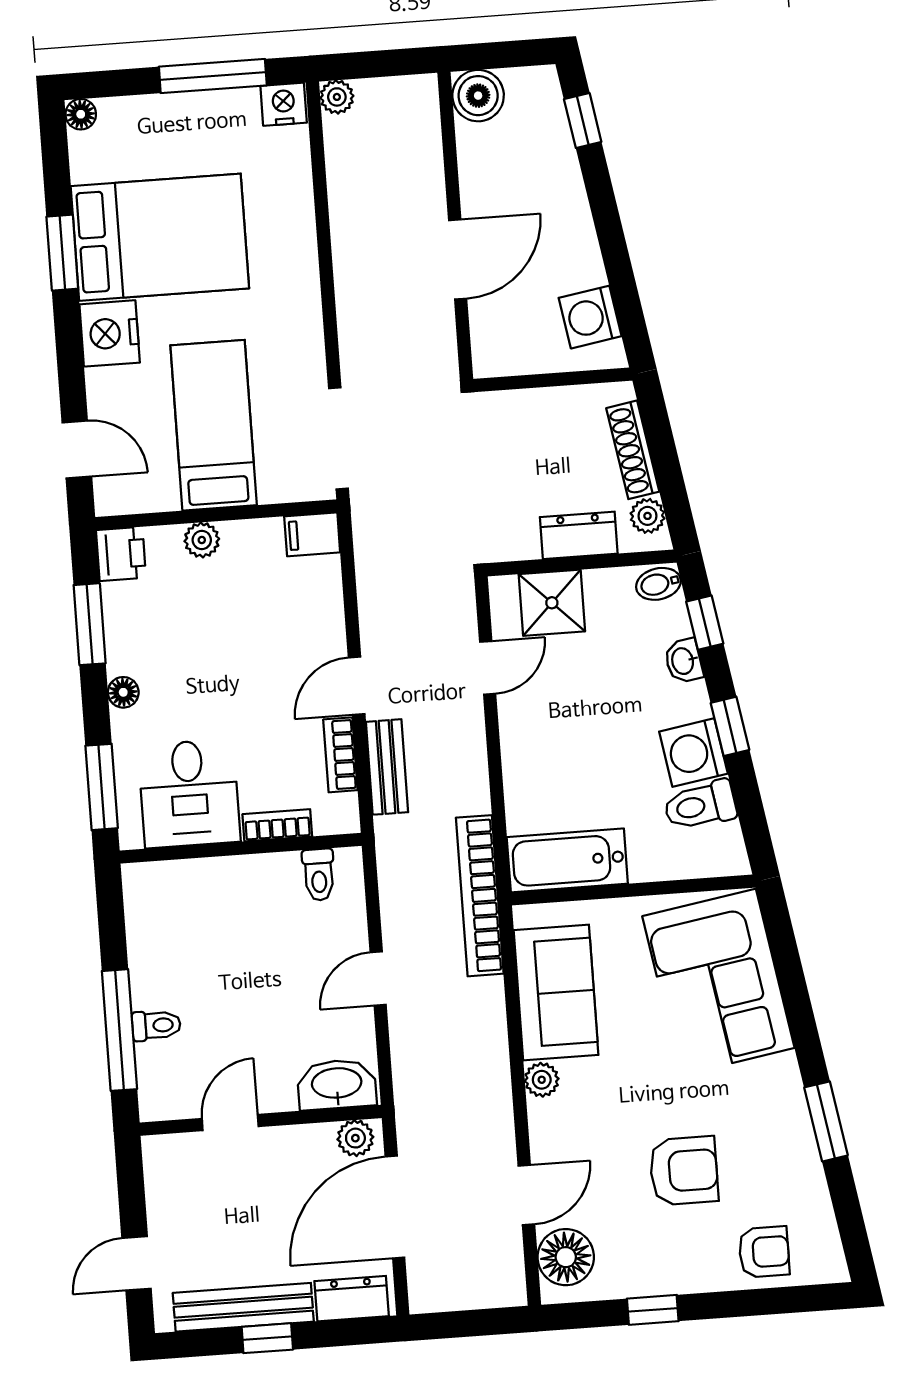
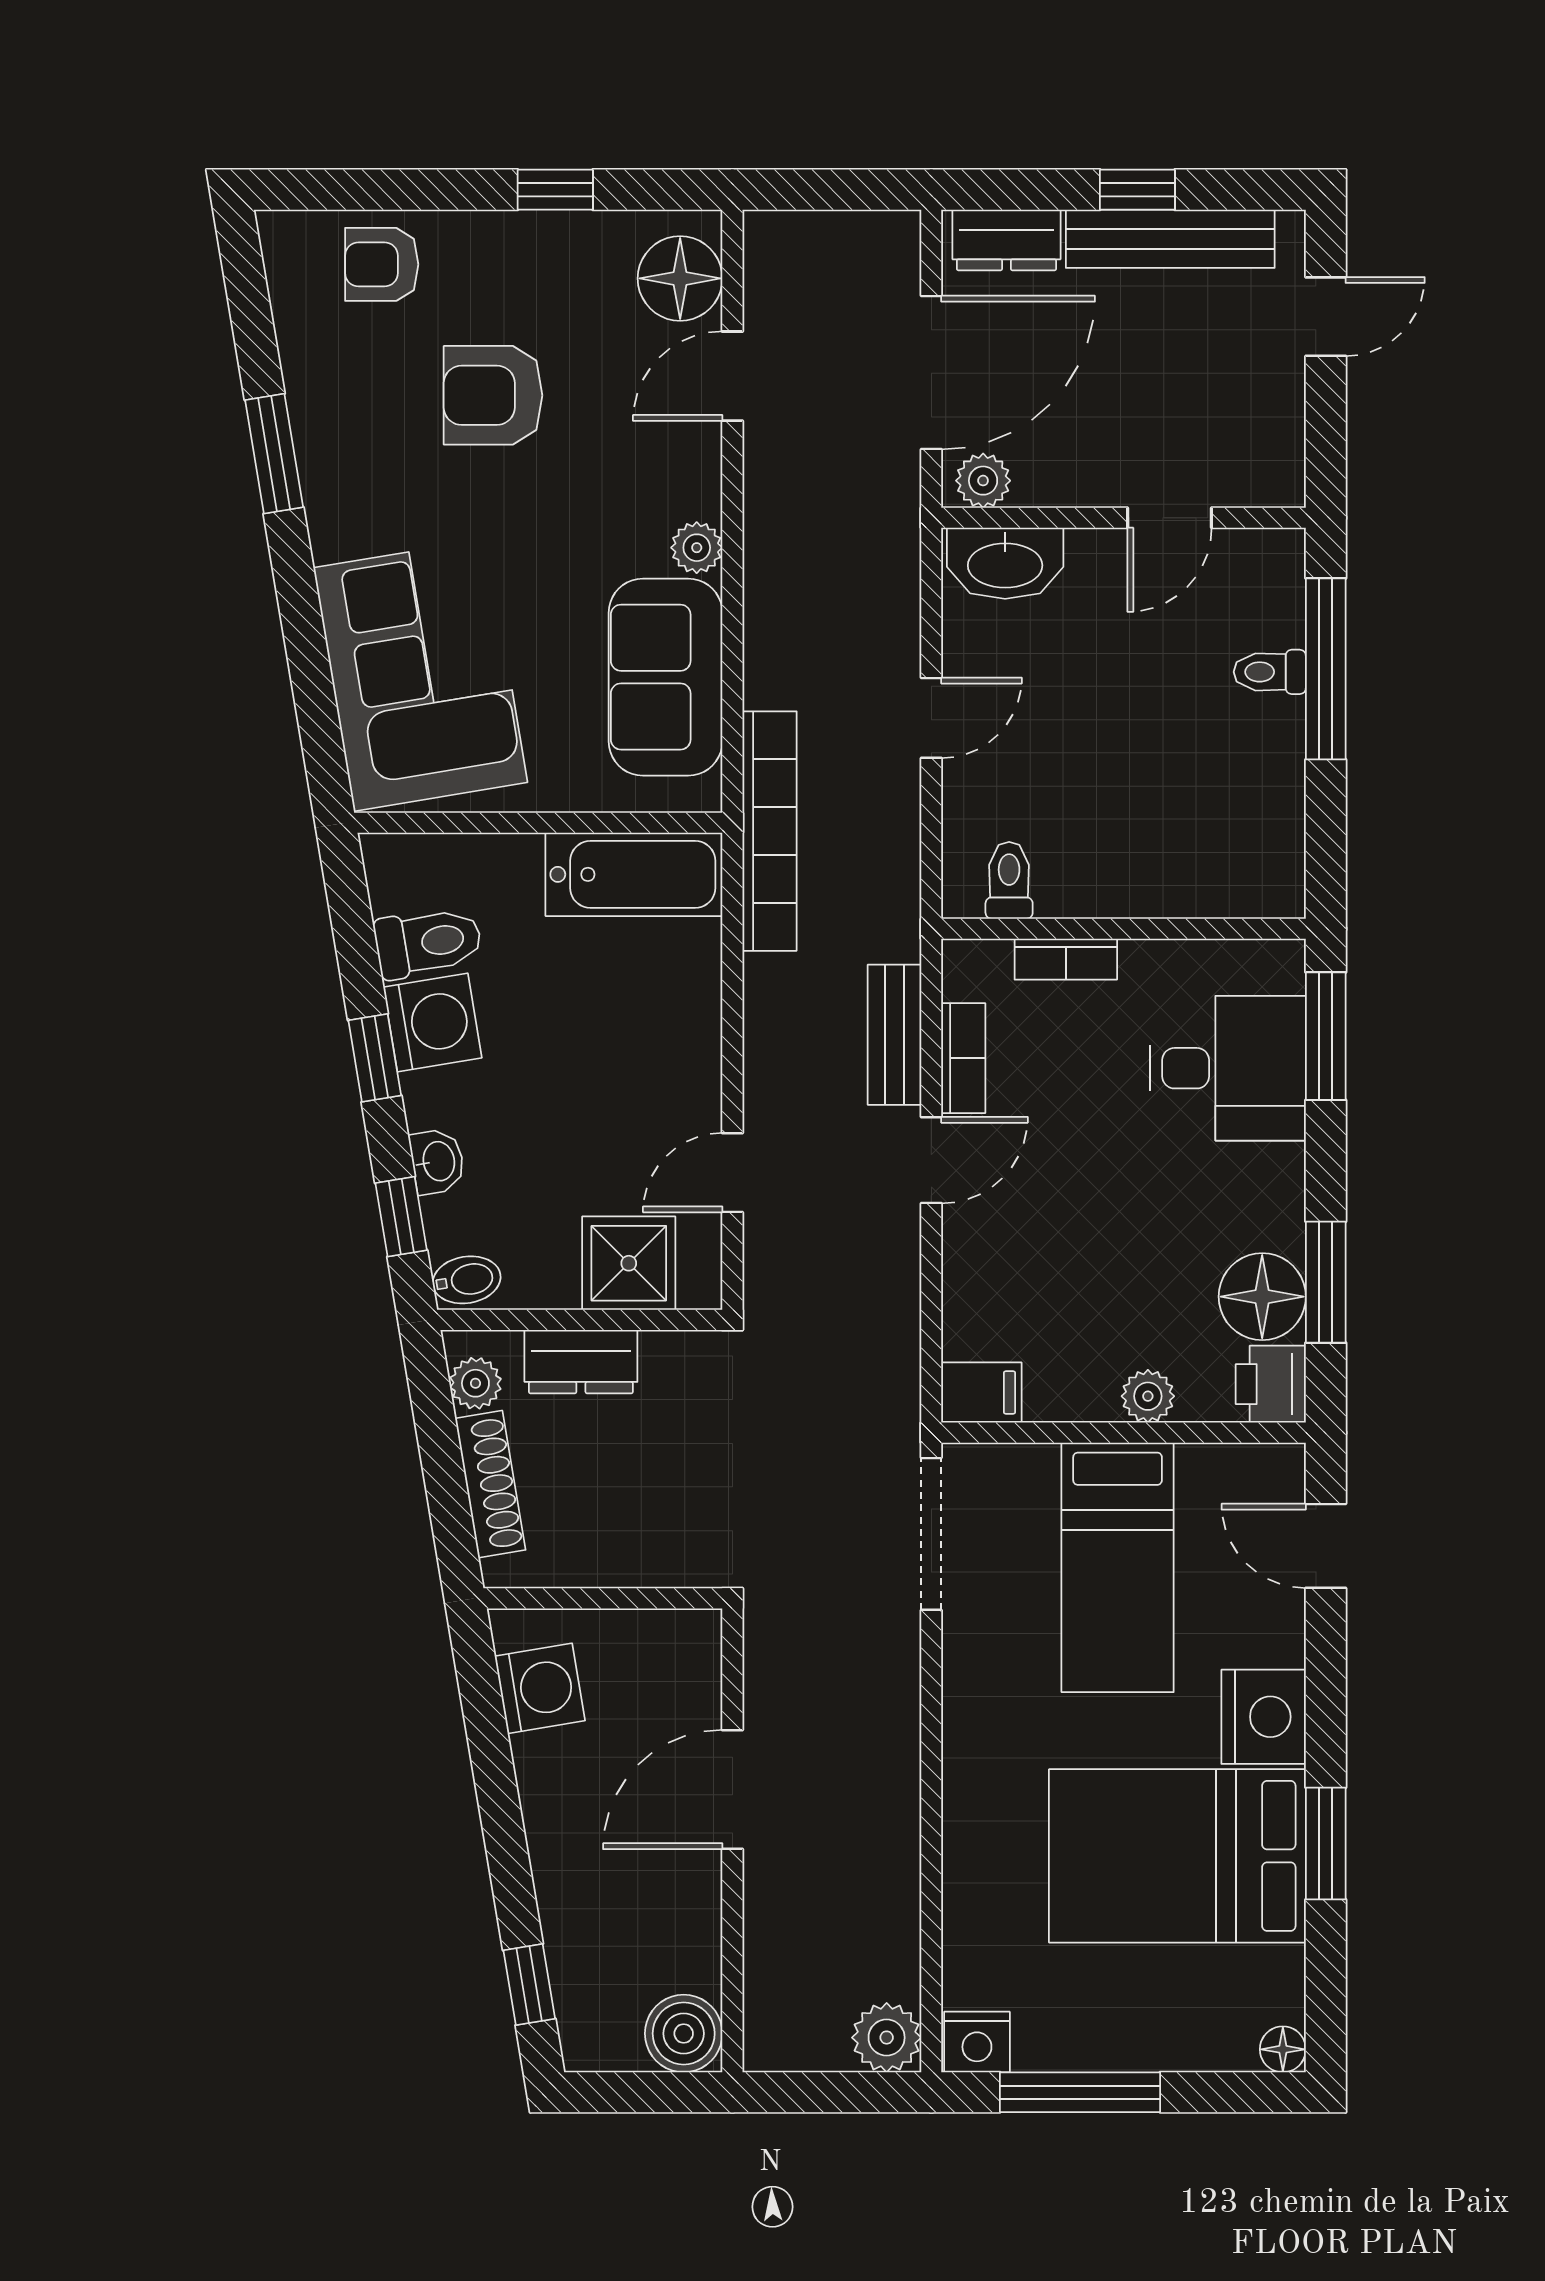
plant: (337, 97) -> (887, 2038), width x1.38, depth x1.38
floor lamp: (123, 692) -> (1262, 1297), moved, width x1.89, depth x1.89
desk: (189, 793) -> (1228, 1068), moved, turned 90

